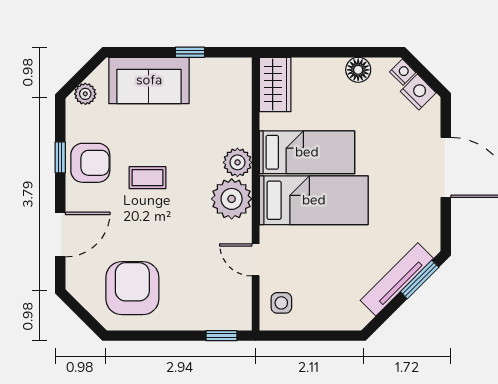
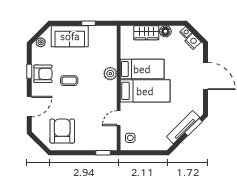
wardrobe: (275, 84) -> (146, 33), moved, turned 90
plant: (232, 199) -> (108, 90), removed
door: (256, 260) -> (119, 118), hinge flipped

